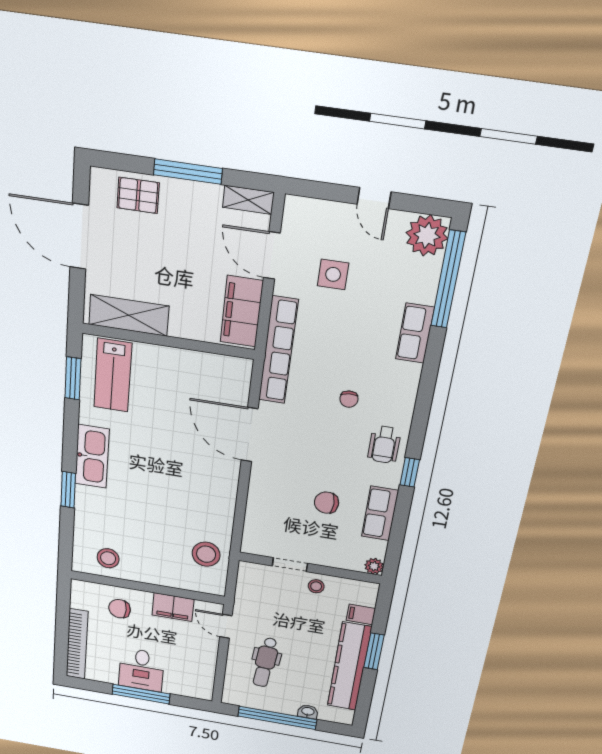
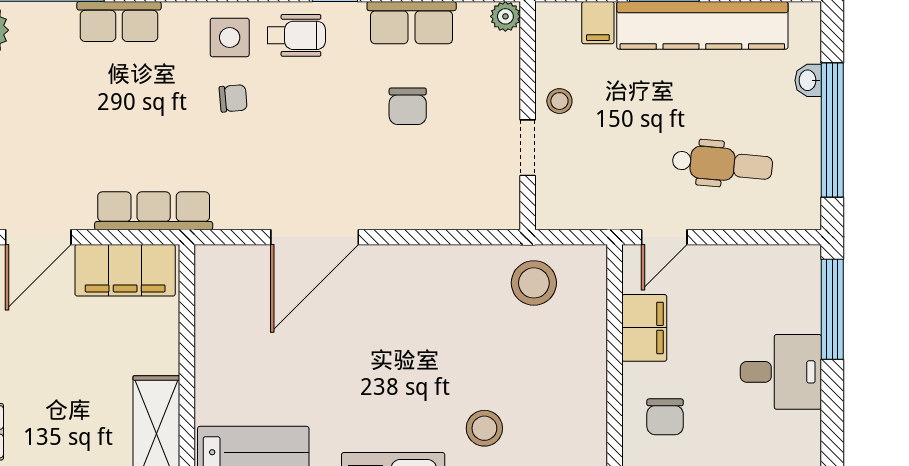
side table: (333, 274) -> (230, 37), moved
row of seats: (278, 350) -> (154, 211), width x0.73
stool: (108, 558) -> (484, 428), moved
window: (141, 694) -> (832, 309), moved

